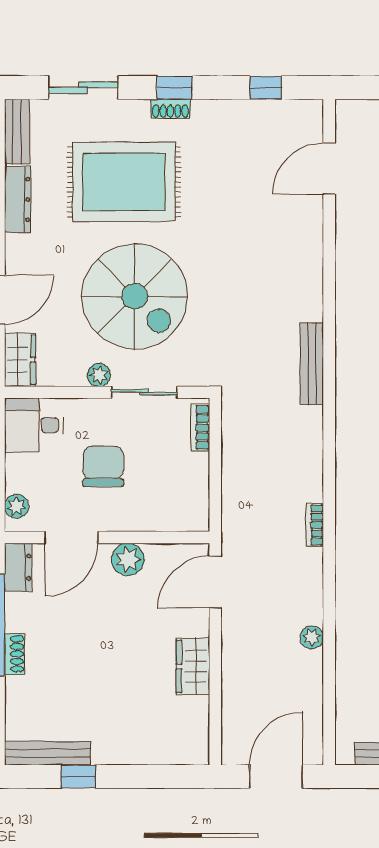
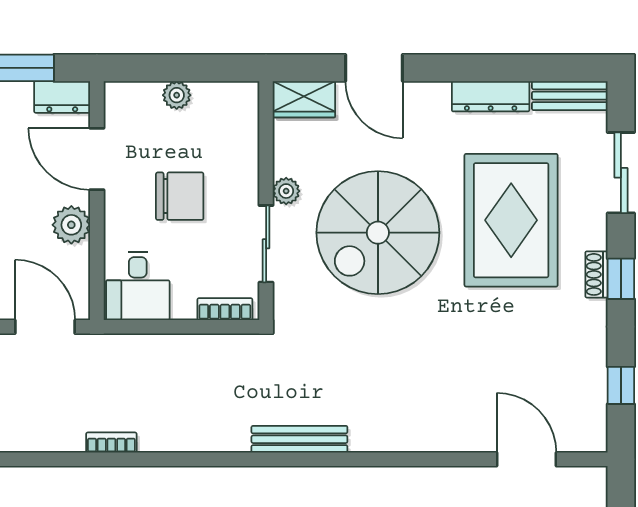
desk: (34, 425) -> (138, 286), moved, turned 180
plant: (17, 506) -> (177, 95), moved

